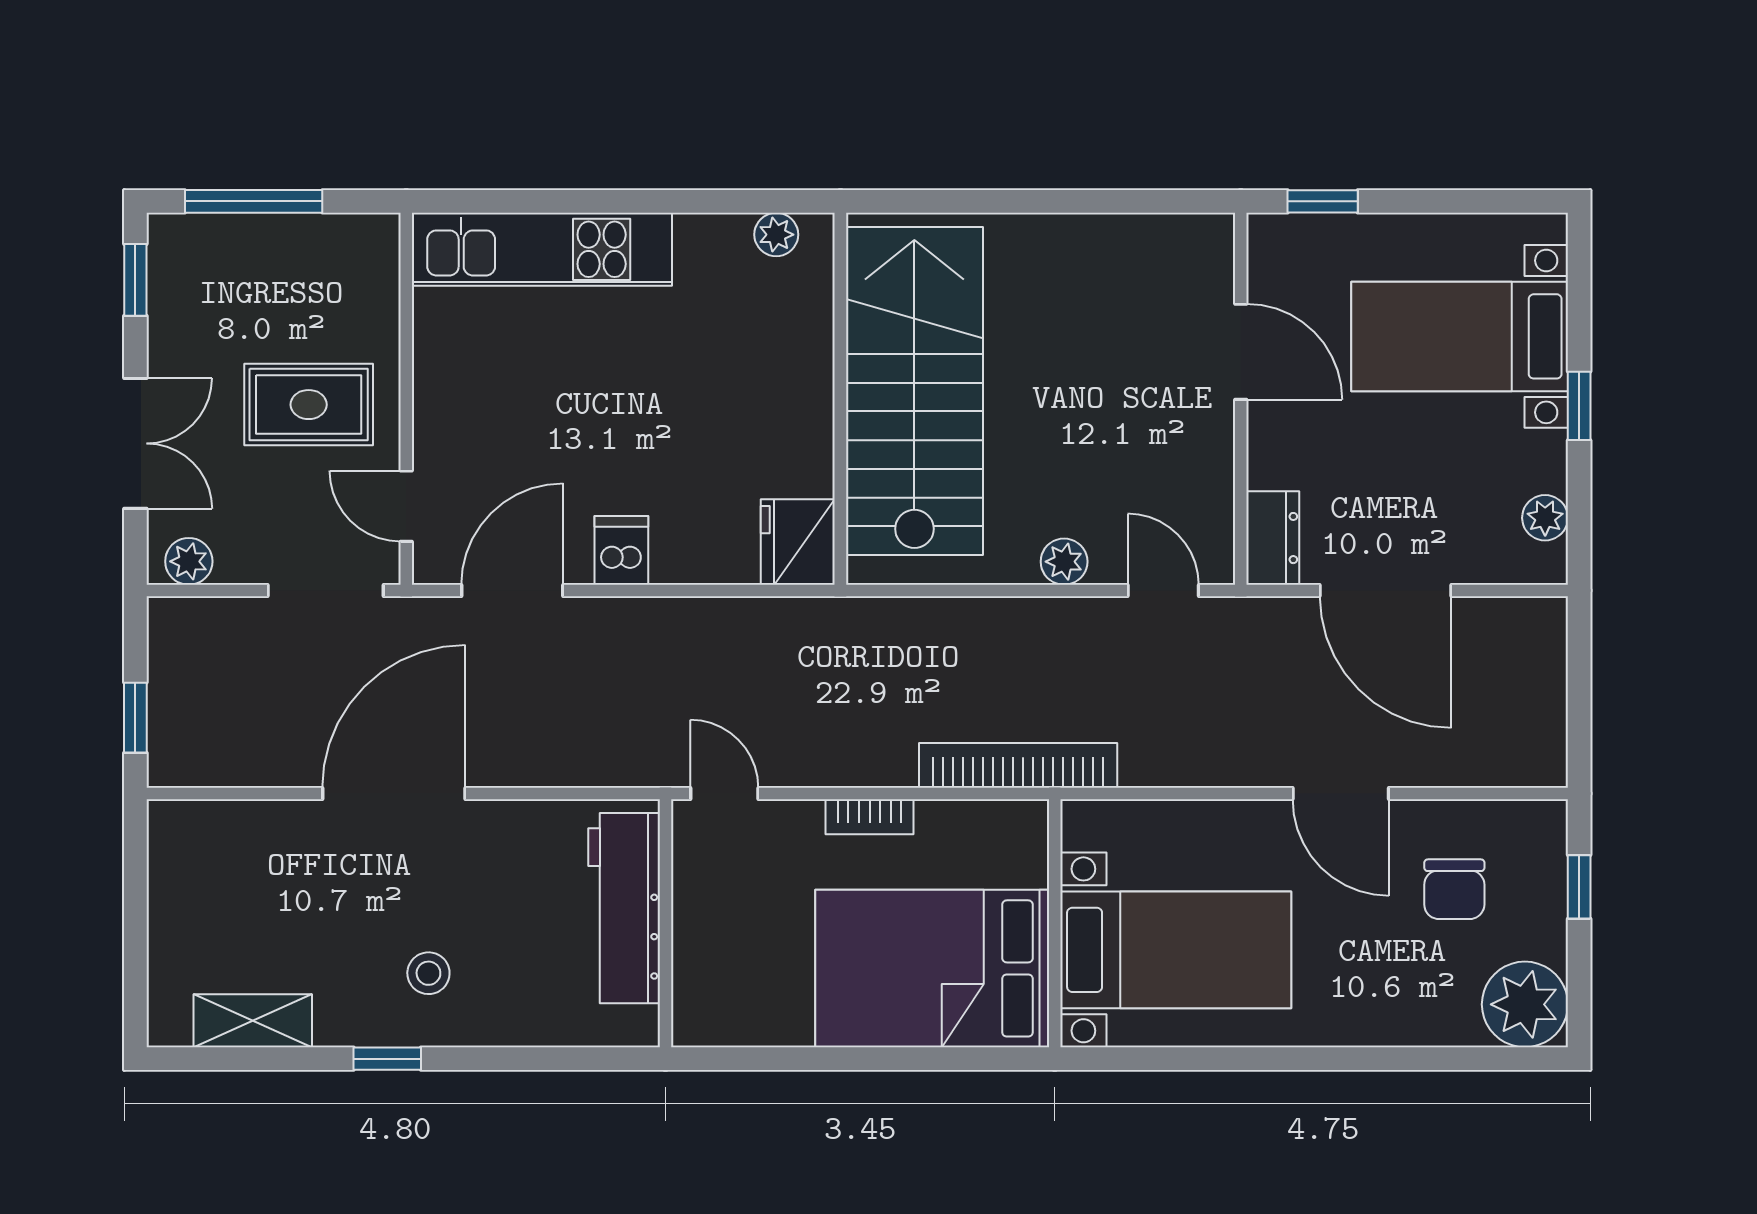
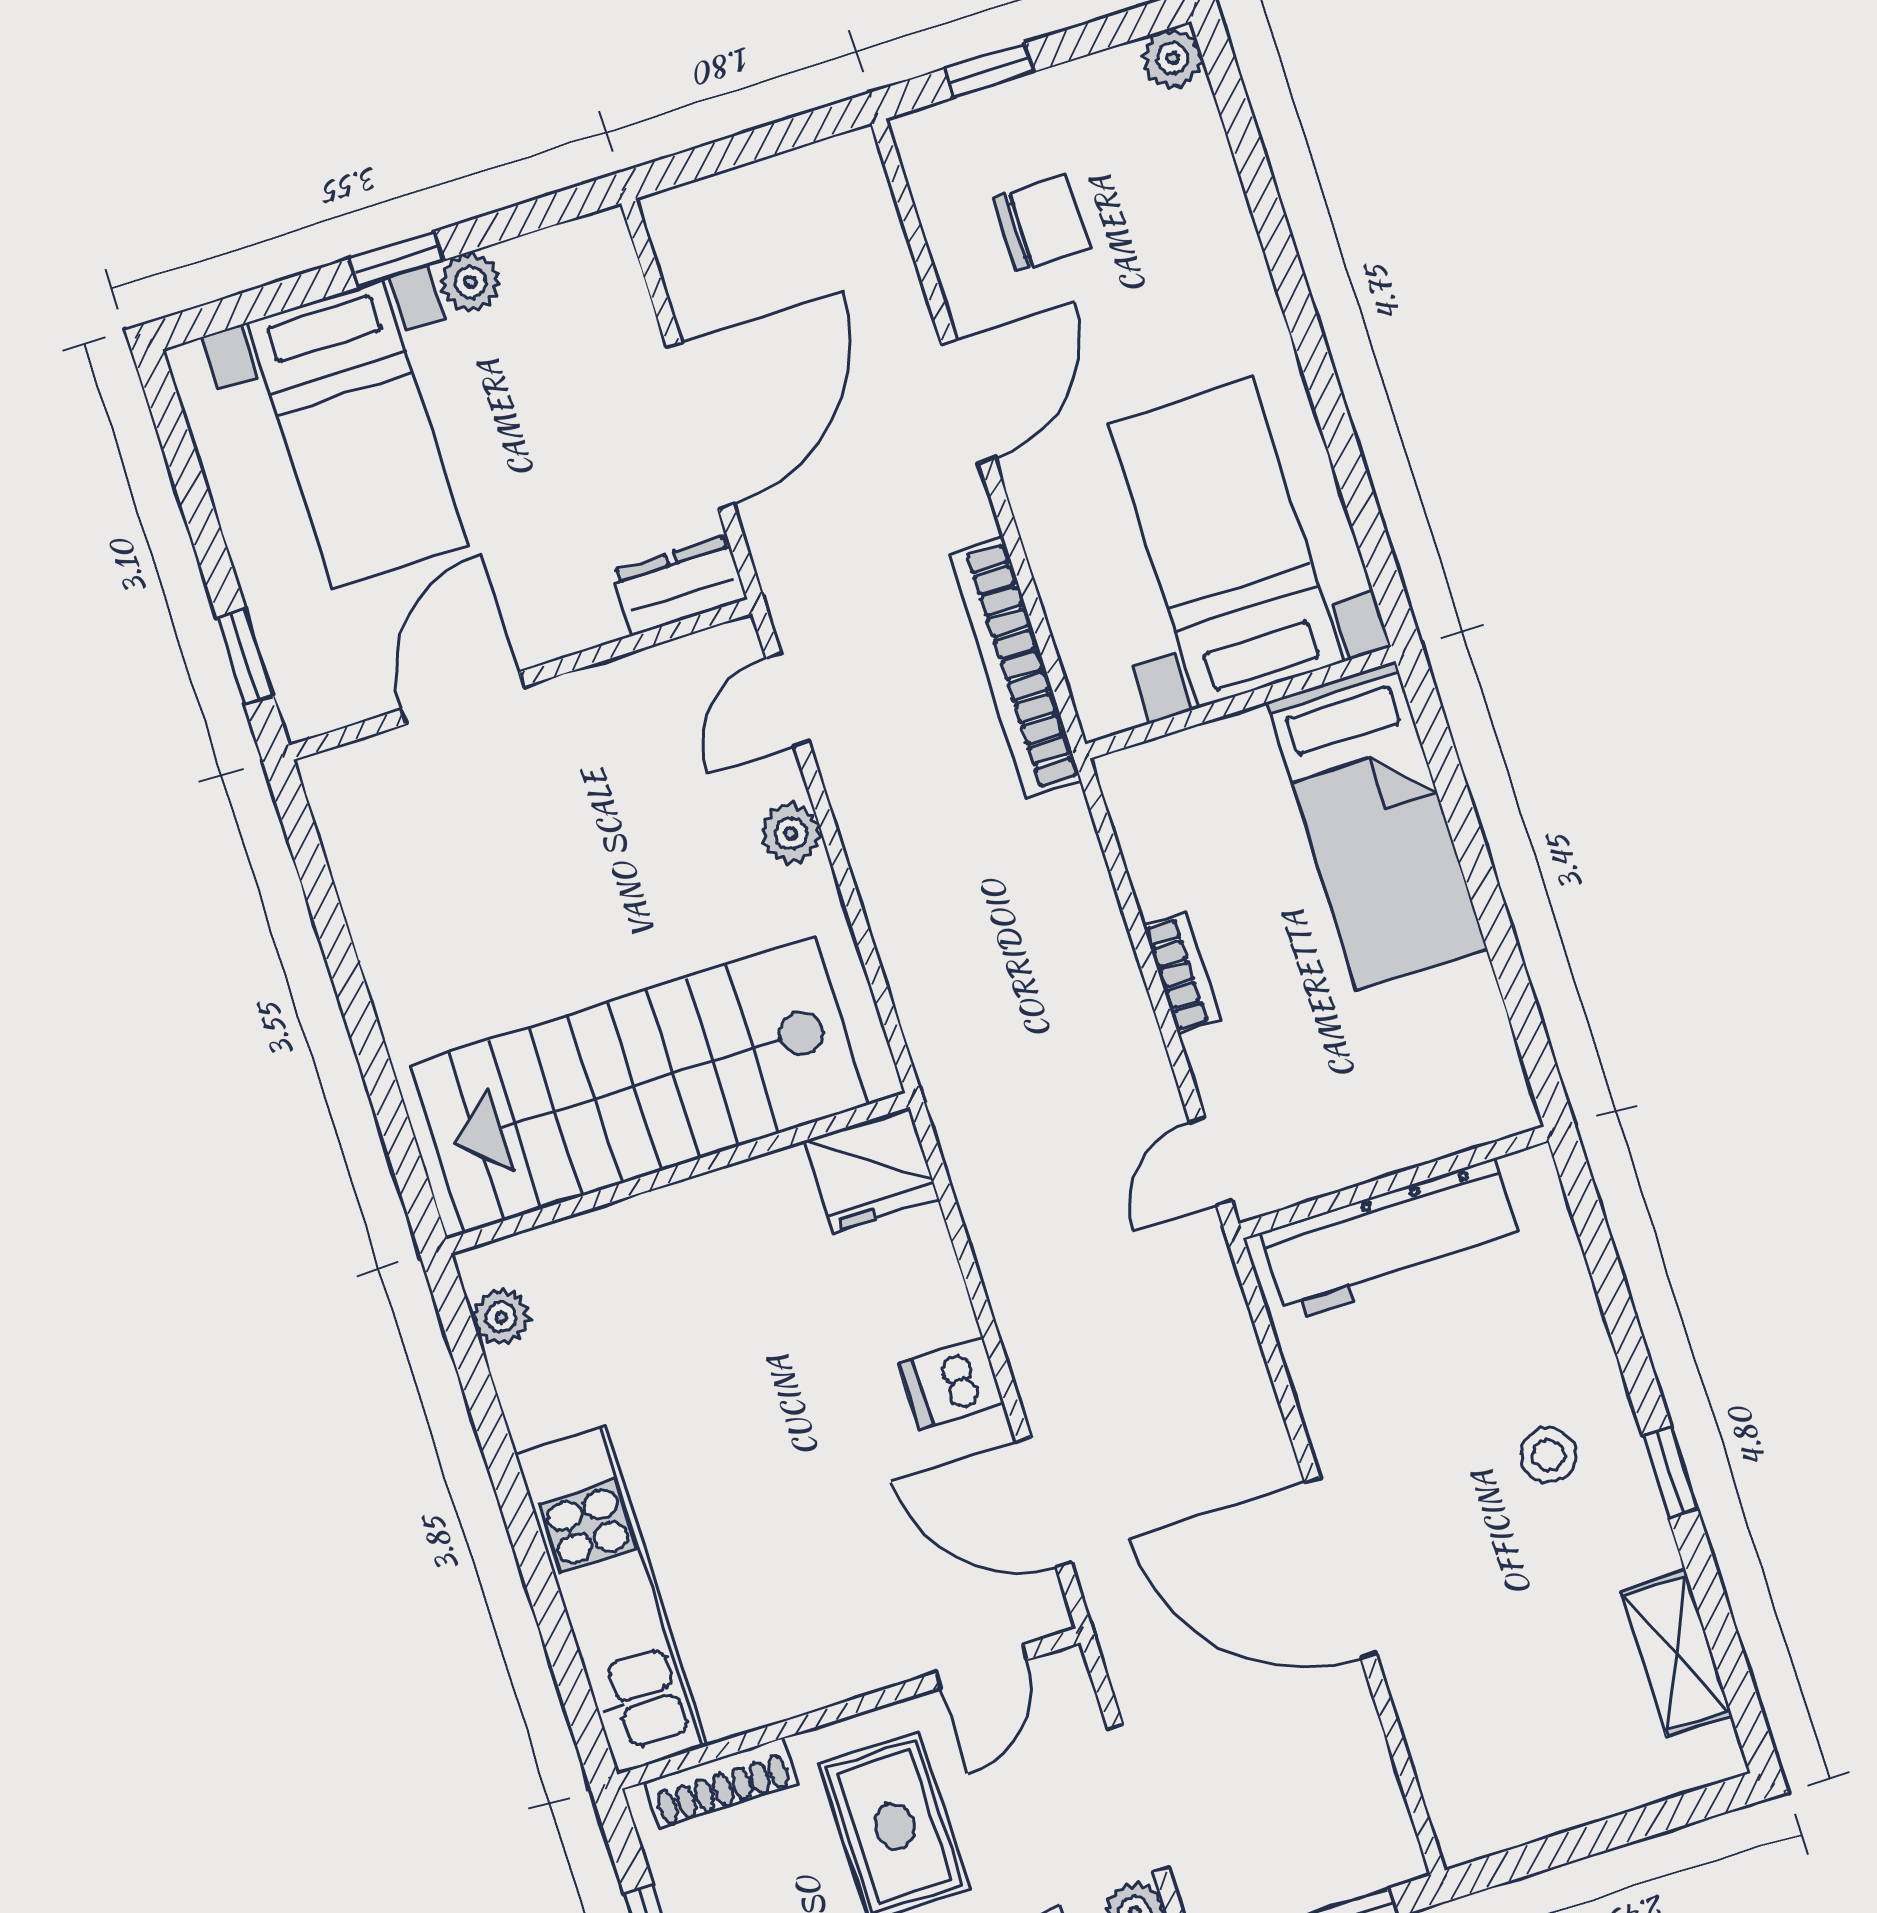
shoe rack: (381, 287) -> (721, 1783), added
plant: (1545, 518) -> (470, 282), moved
doorway: (326, 591) -> (1138, 1798), moved
bookcase: (1018, 765) -> (1015, 668), moved
bed: (932, 968) -> (1377, 825), width x0.67
plant: (1525, 1004) -> (1172, 58), width x0.53, depth x0.53

